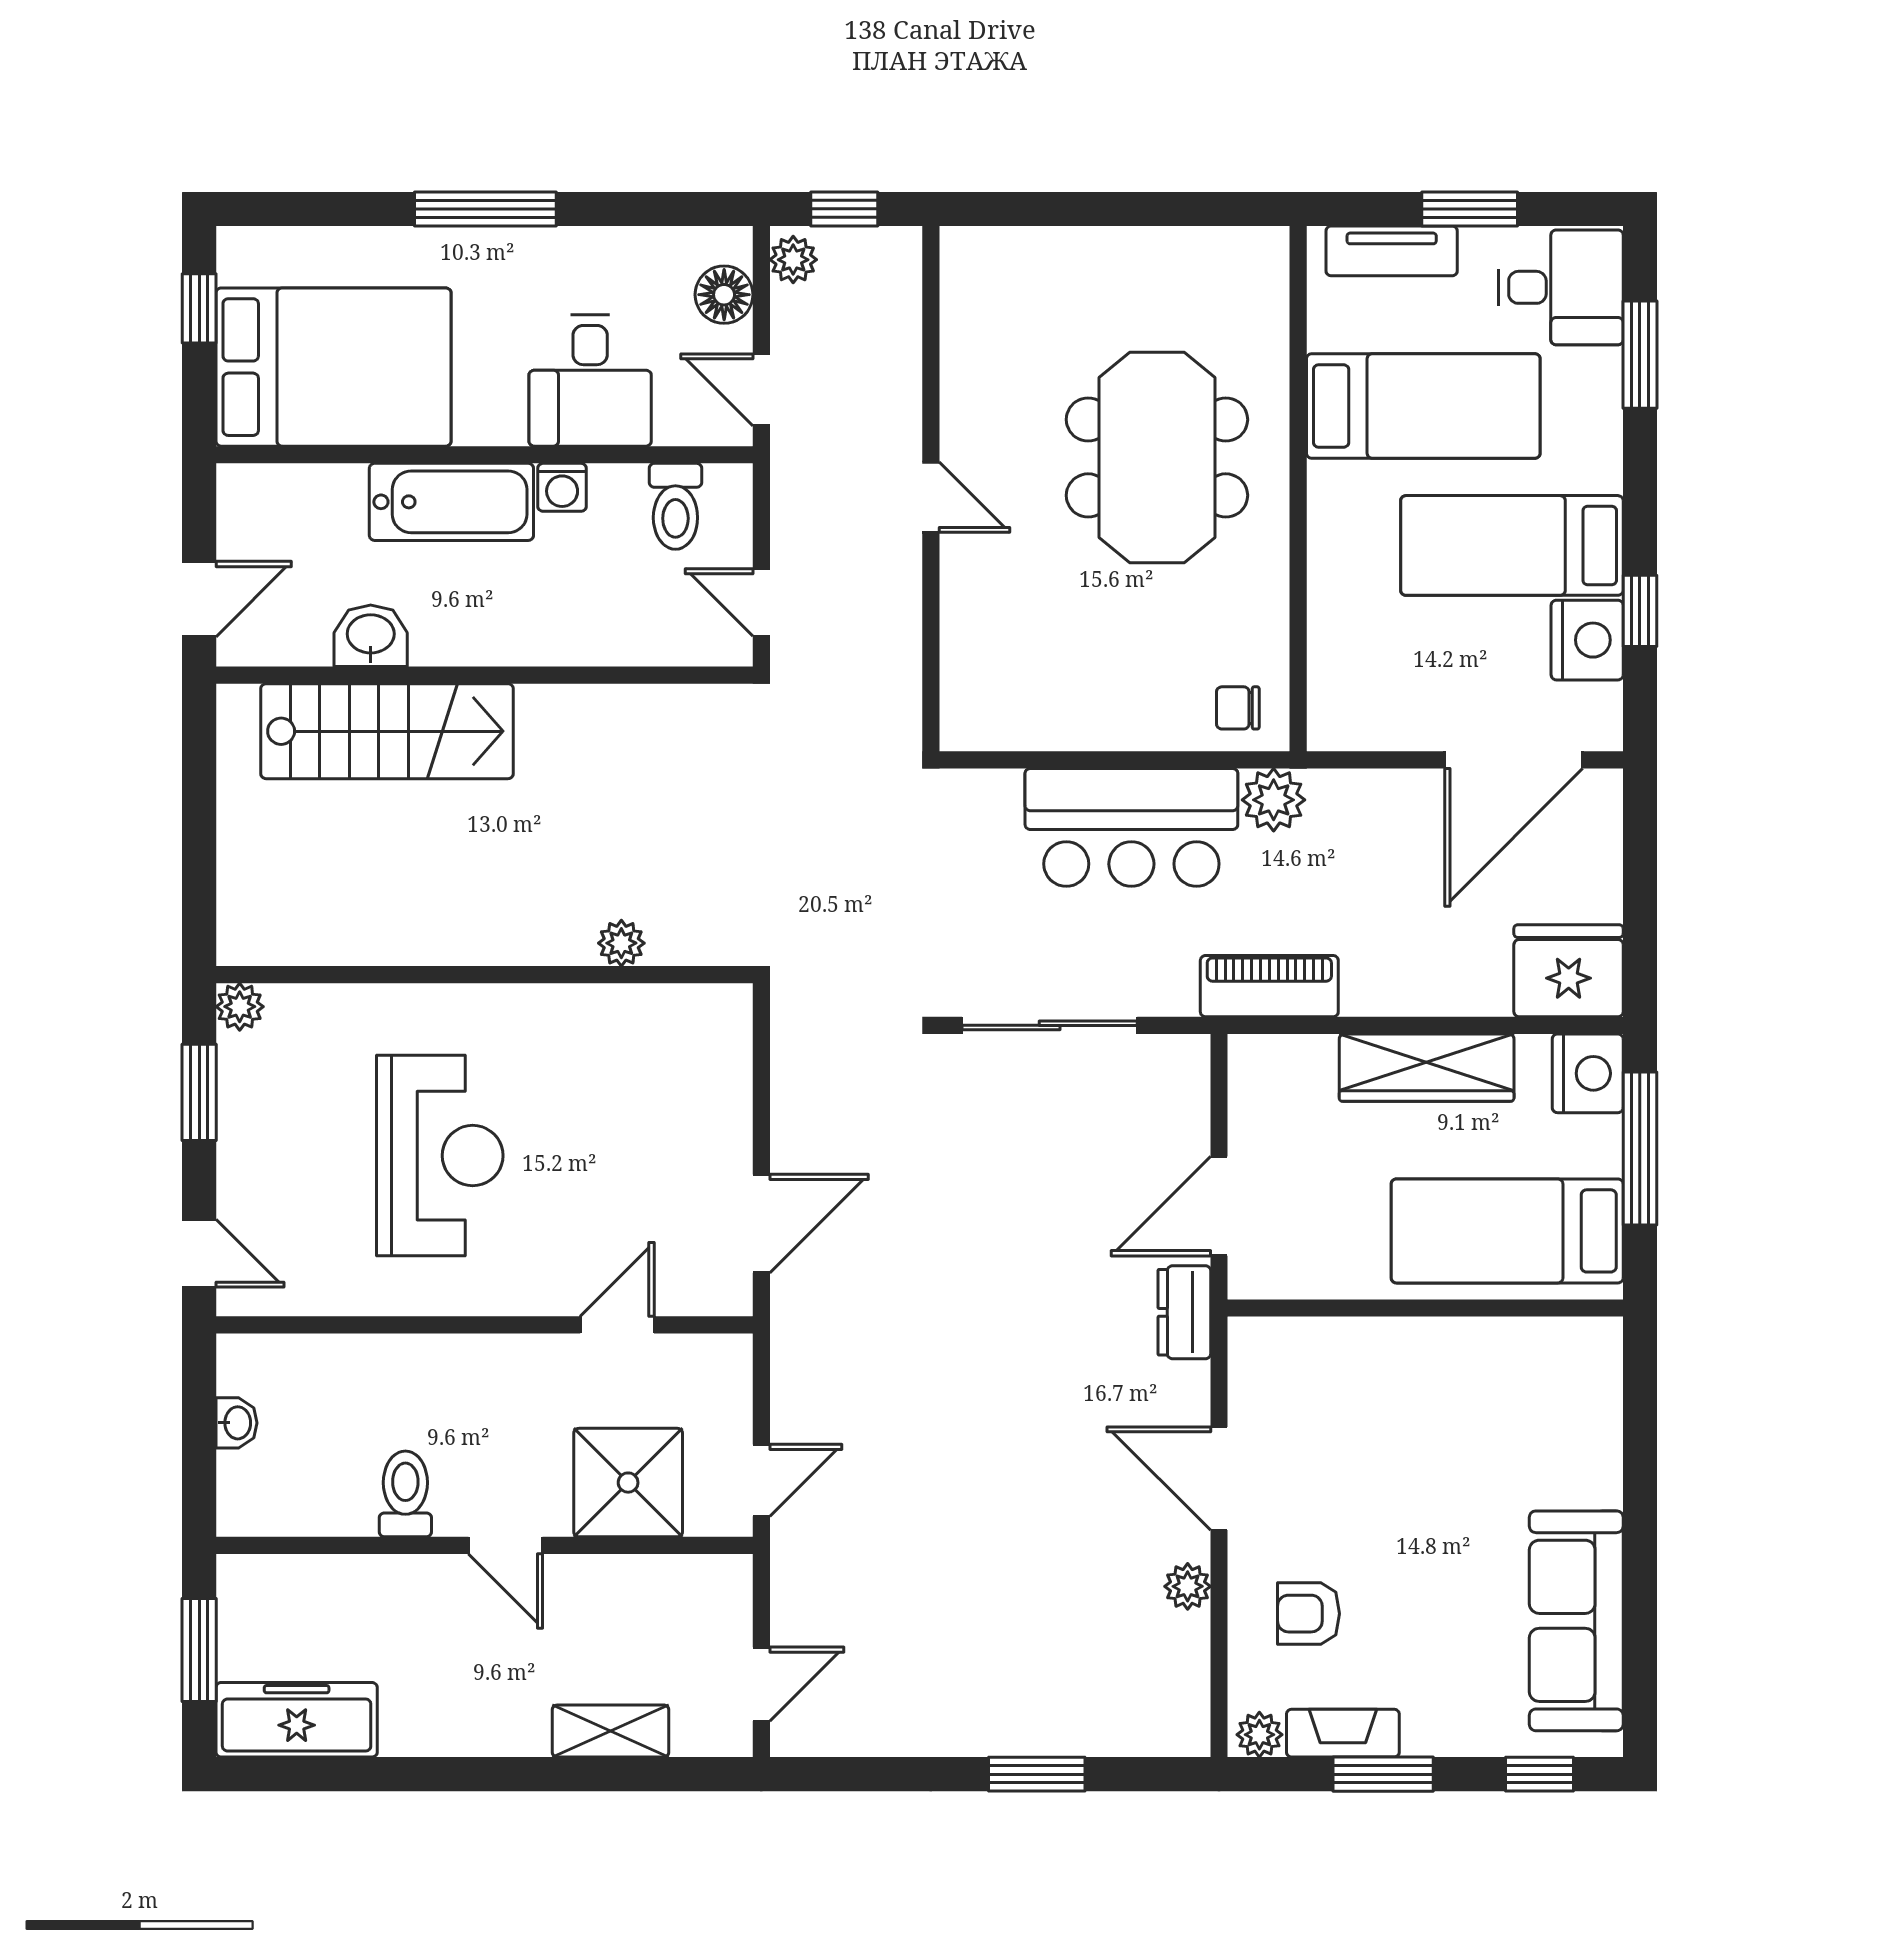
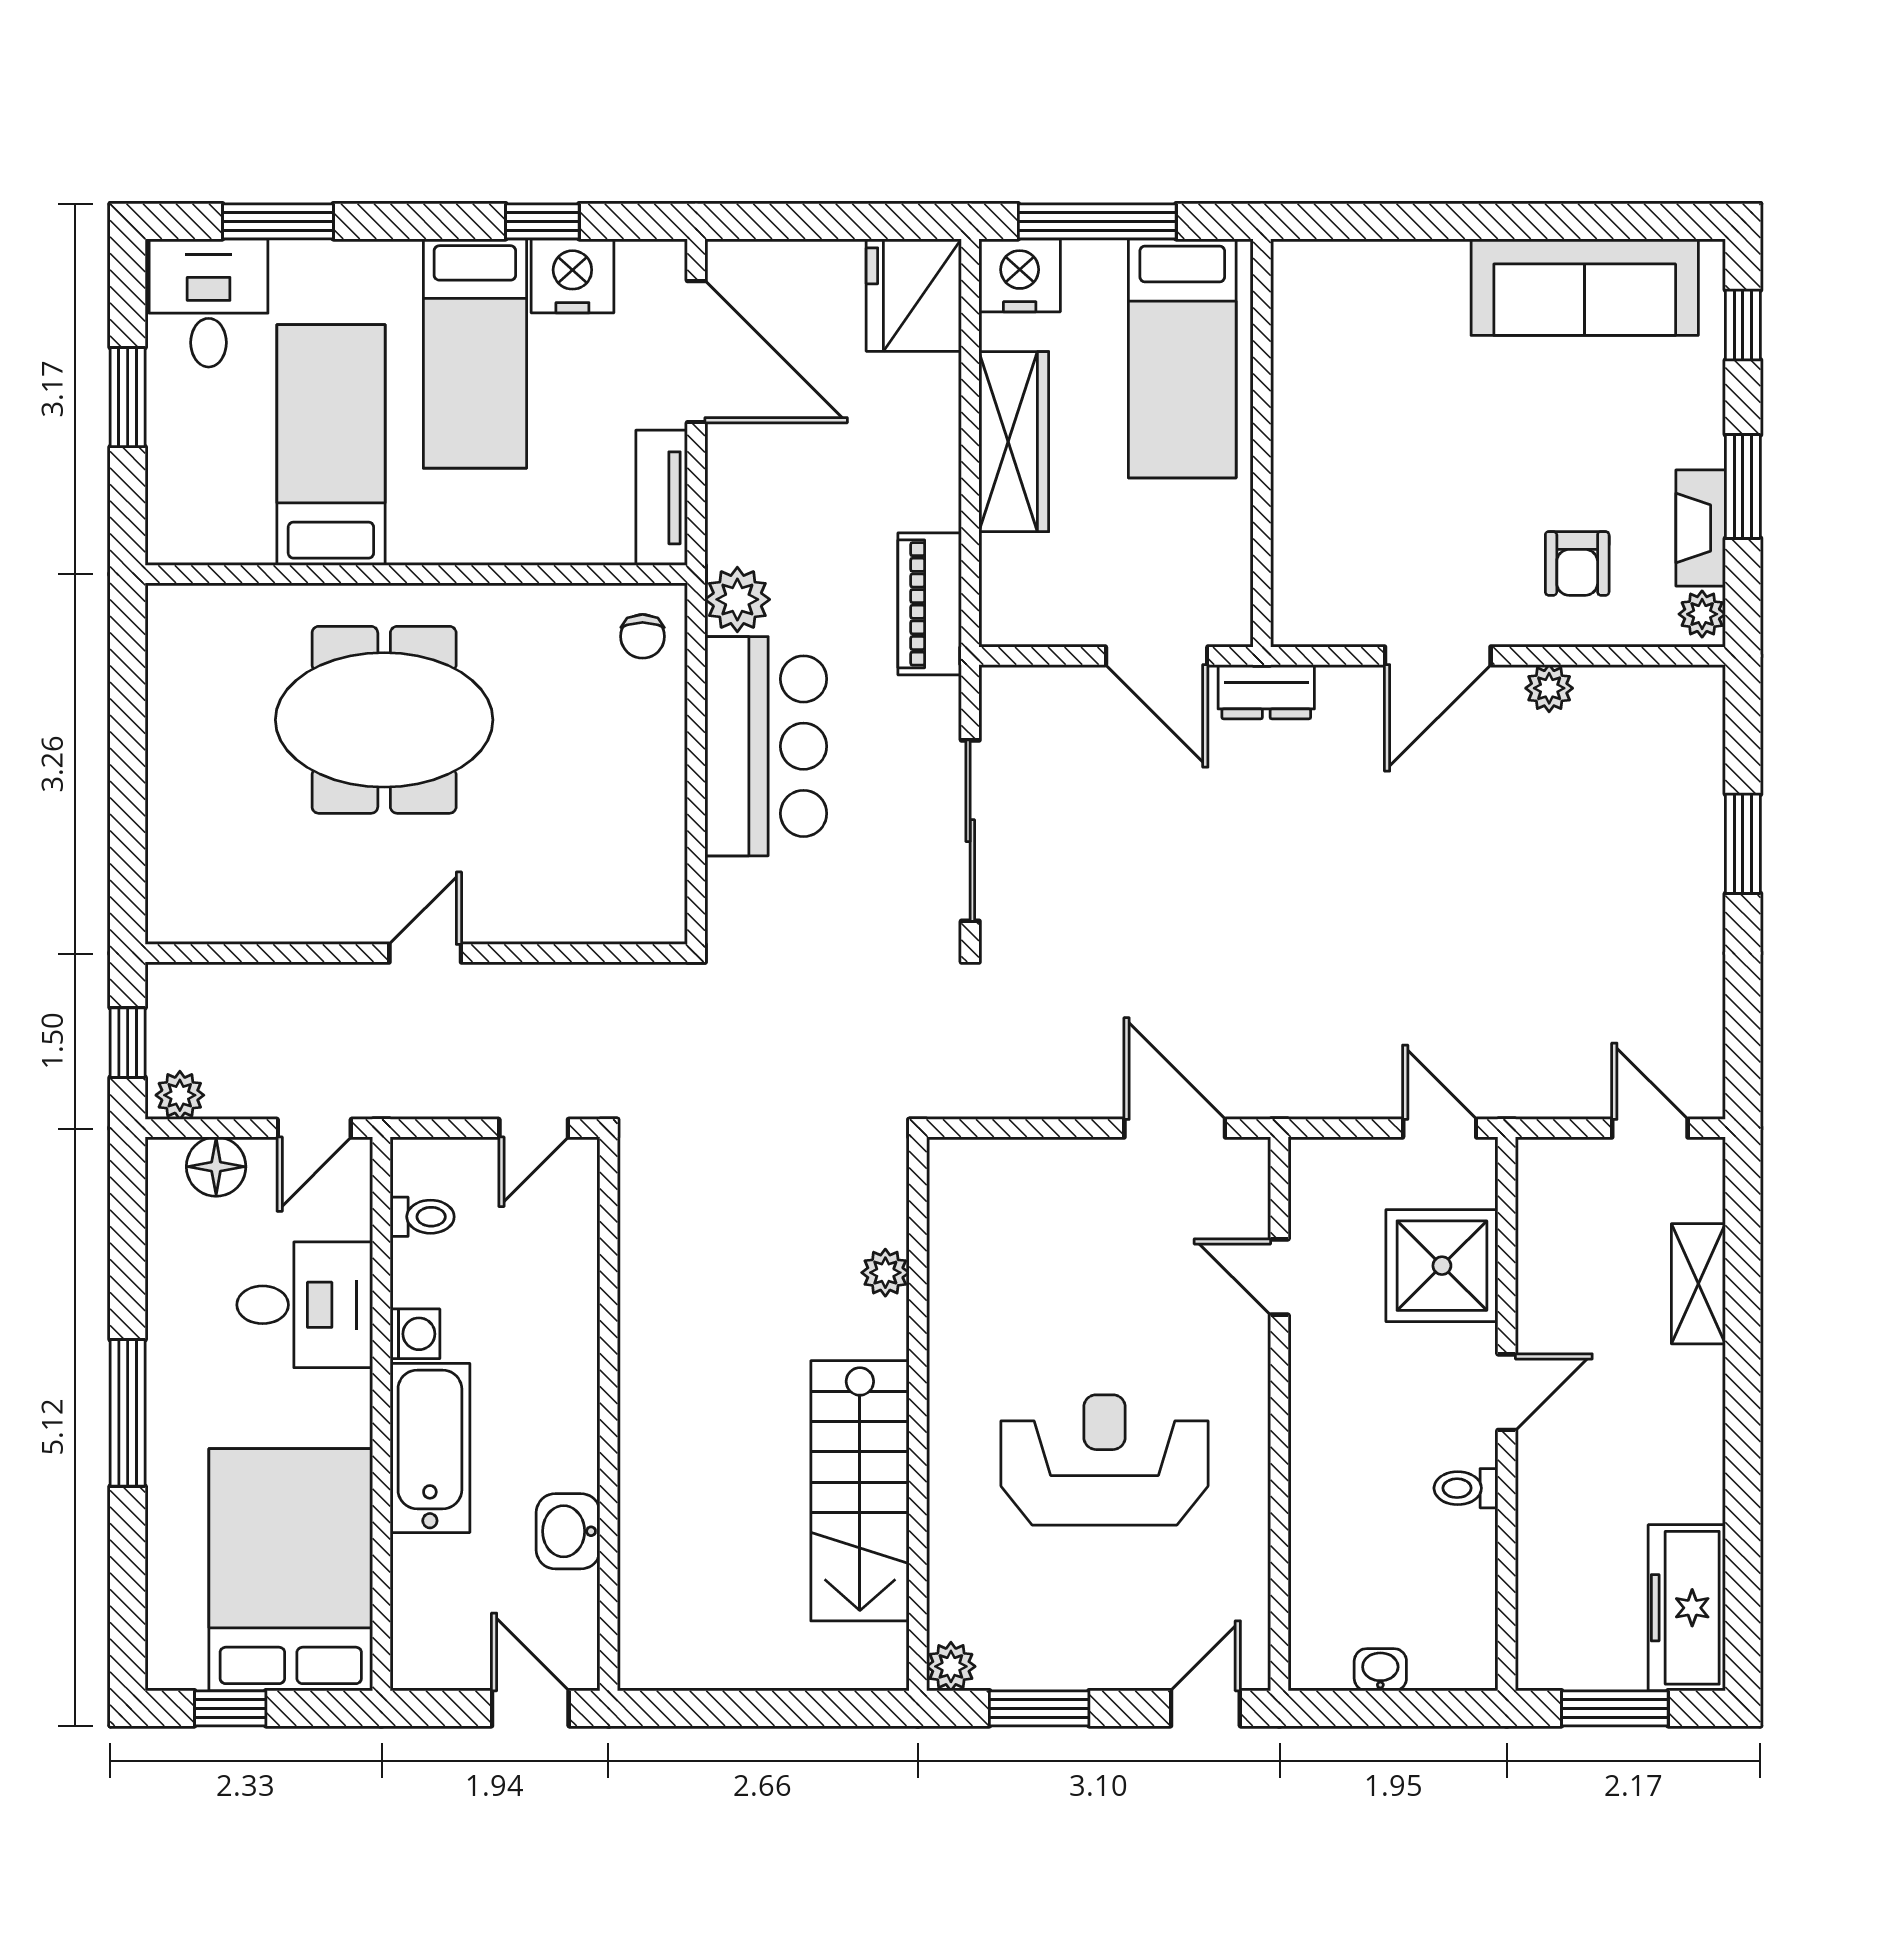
tv unit: (1392, 251) -> (662, 498), moved, turned 180
toilet: (675, 506) -> (422, 1217), width x0.73, depth x0.72
stairs: (387, 731) -> (860, 1491), moved, turned 180
toilet: (405, 1494) -> (1466, 1488), width x0.73, depth x0.72

